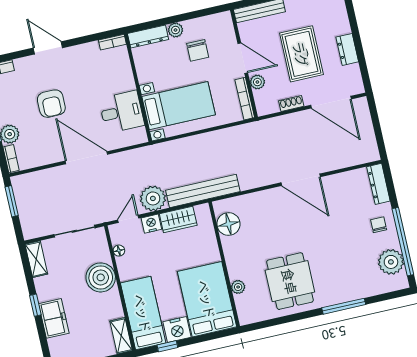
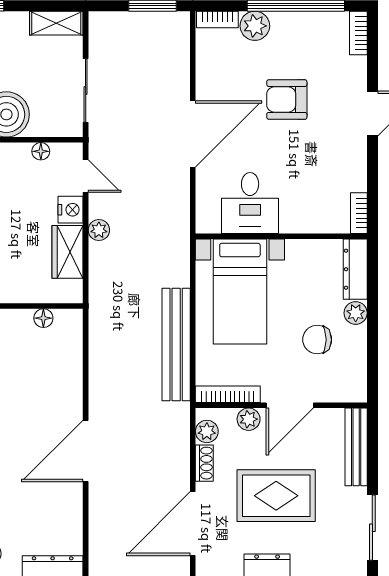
plant: (271, 106) -> (207, 431), added
bench: (203, 191) -> (176, 344), moved
plant: (153, 198) -> (99, 230), width x0.53, depth x0.53
floor lamp: (229, 224) -> (43, 318), width x0.53, depth x0.53

